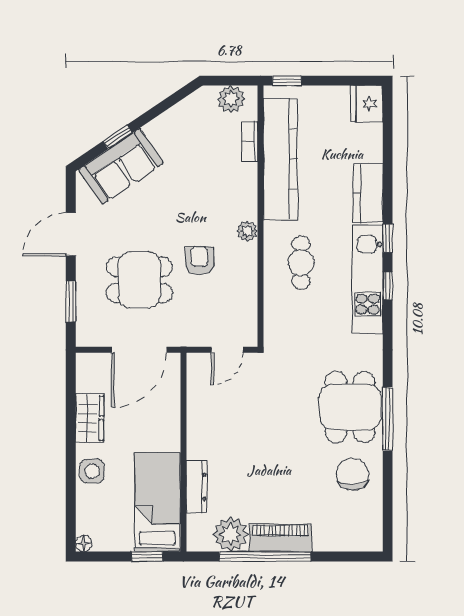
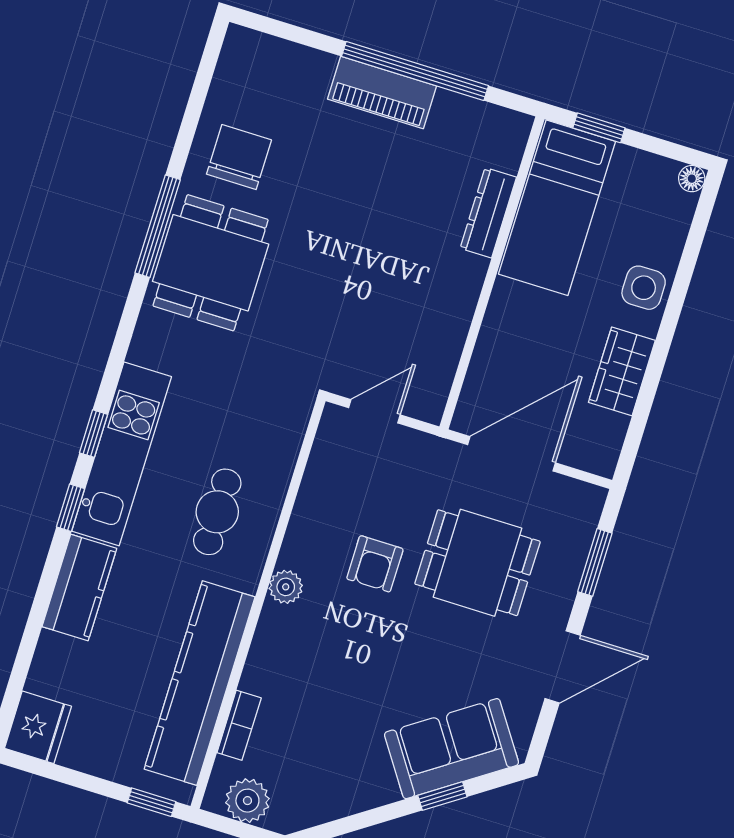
chair: (353, 474) -> (239, 157), turned 180
plant: (231, 534) -> (458, 122), removed

